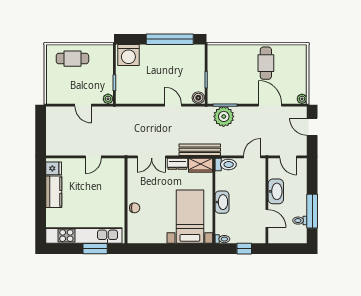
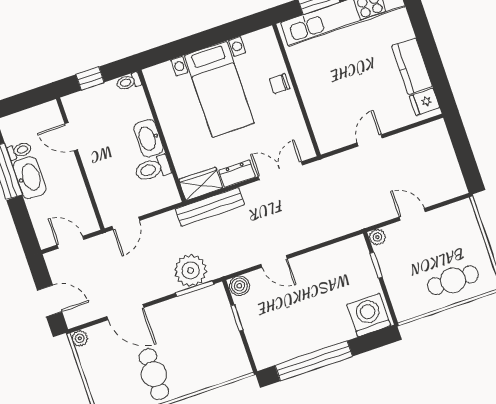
toilet: (226, 165) -> (153, 169), moved
washbasin: (276, 191) -> (29, 178), moved, turned 180
bed with nightstands: (190, 217) -> (219, 89), moved

